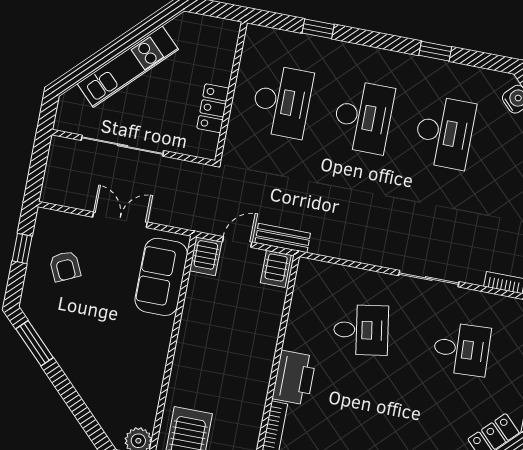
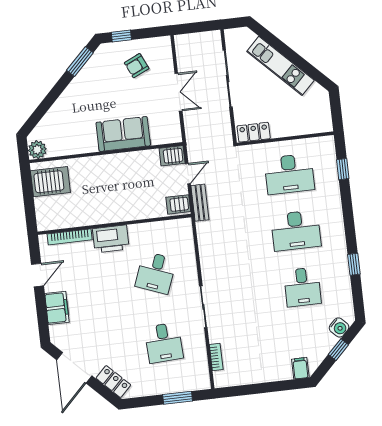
window: (318, 29) -> (343, 169), moved
locker: (213, 108) -> (254, 132), moved
desk: (444, 132) -> (302, 287), width x0.73
door: (237, 242) -> (188, 174), hinge flipped
window: (22, 249) -> (121, 36), moved
sofa: (161, 277) -> (123, 134), moved
desk: (361, 330) -> (156, 273), turned 30

